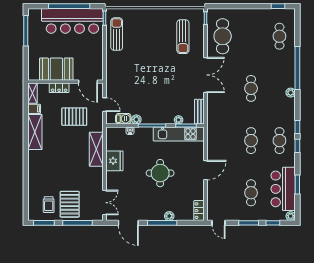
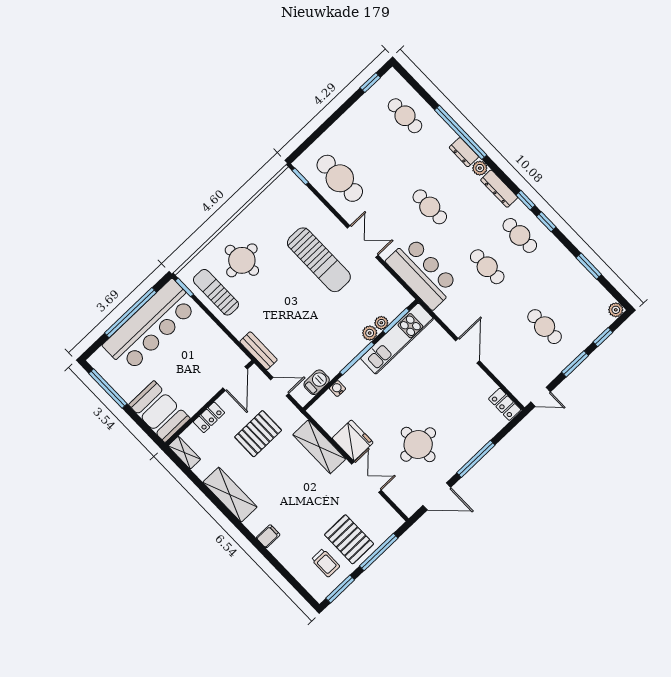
round table: (142, 31) -> (242, 260), added
sun lounger: (183, 37) -> (319, 260), moved, width x1.36, depth x1.34
booth: (56, 69) -> (159, 412), moved, turned 90
double door: (205, 75) -> (363, 242), width x0.73
dresser: (290, 78) -> (464, 152), added
door: (88, 82) -> (235, 379), hinge flipped
filing cabinet: (34, 109) -> (268, 536), moved
dresser: (290, 110) -> (499, 189), added
bench: (199, 112) -> (259, 351), moved
plant: (136, 119) -> (370, 333), moved
round table: (160, 173) -> (418, 444), moved
bar counter: (283, 189) -> (422, 273), moved, turned 180
double door: (105, 203) -> (366, 477), moved
plant: (169, 216) -> (476, 443), removed

